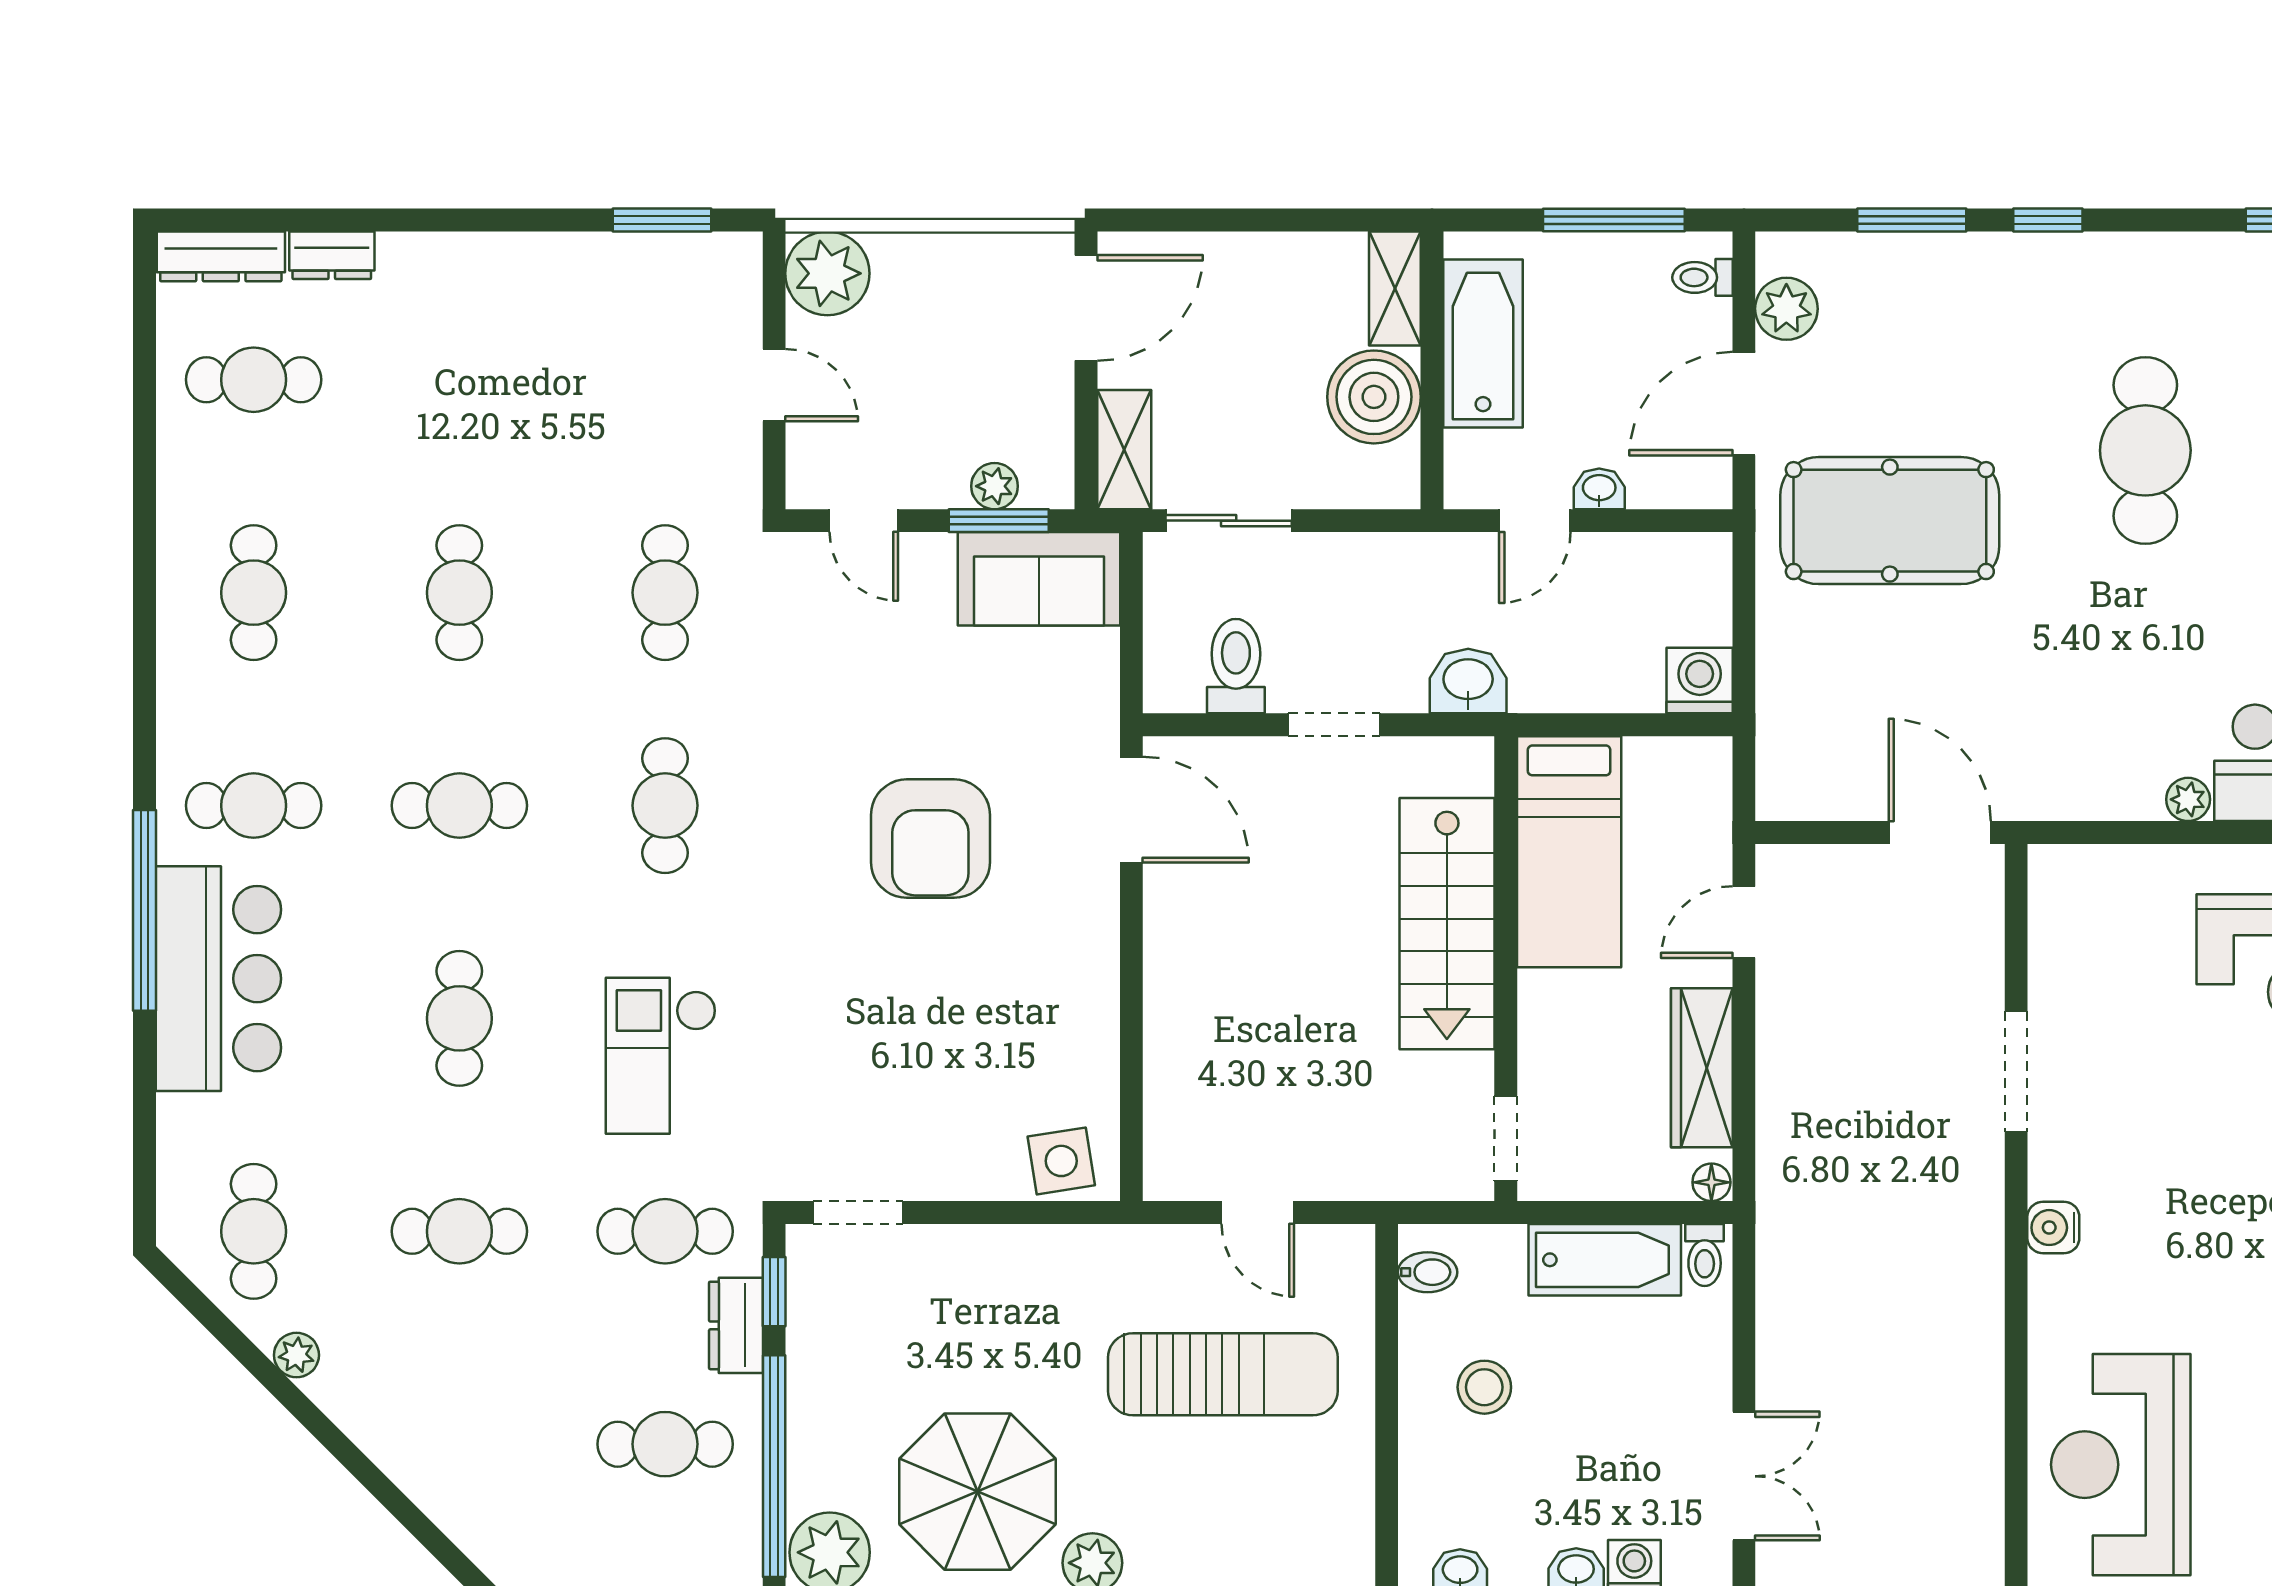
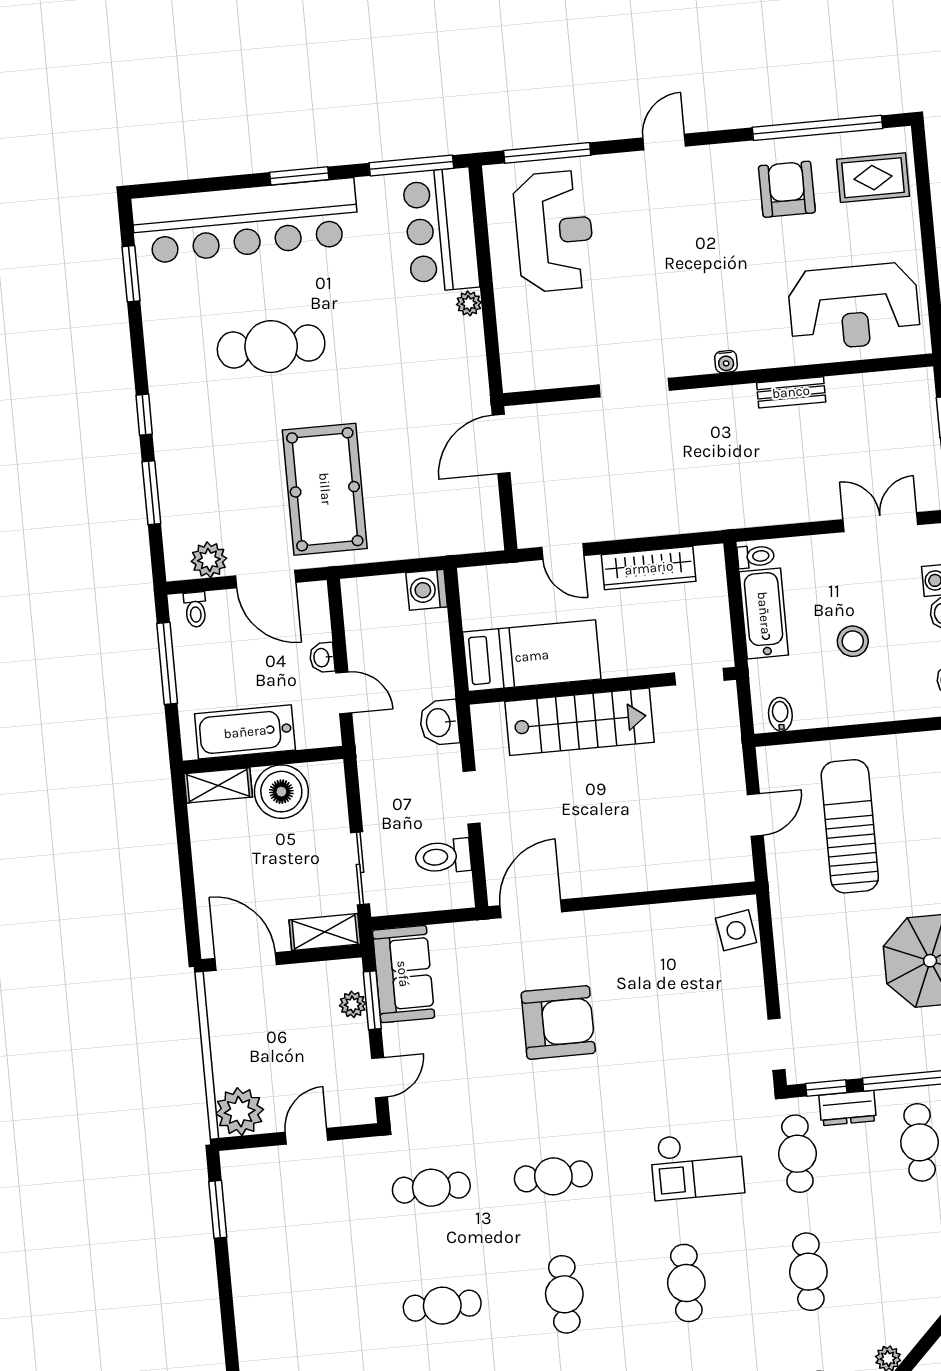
cafe table: (459, 1018) -> (686, 1283), turned 90
floor lamp: (1711, 1182) -> (714, 556), removed
water cooler: (2053, 1228) -> (726, 362), width x0.72, depth x0.72
bench: (1983, 1342) -> (791, 392), added
stool: (1484, 1387) -> (853, 641), moved

